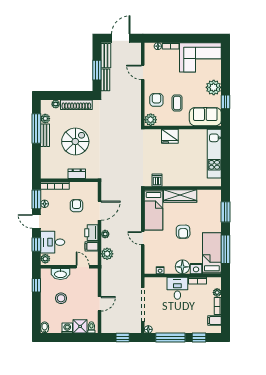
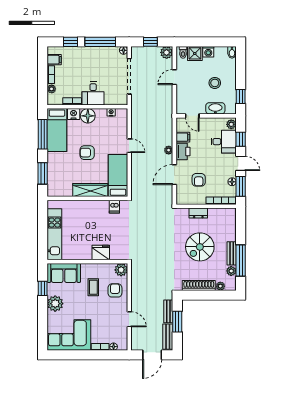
armchair: (156, 100) -> (115, 290), turned 180
armchair: (183, 232) -> (87, 153), turned -88
plant: (107, 254) -> (167, 52), moved

